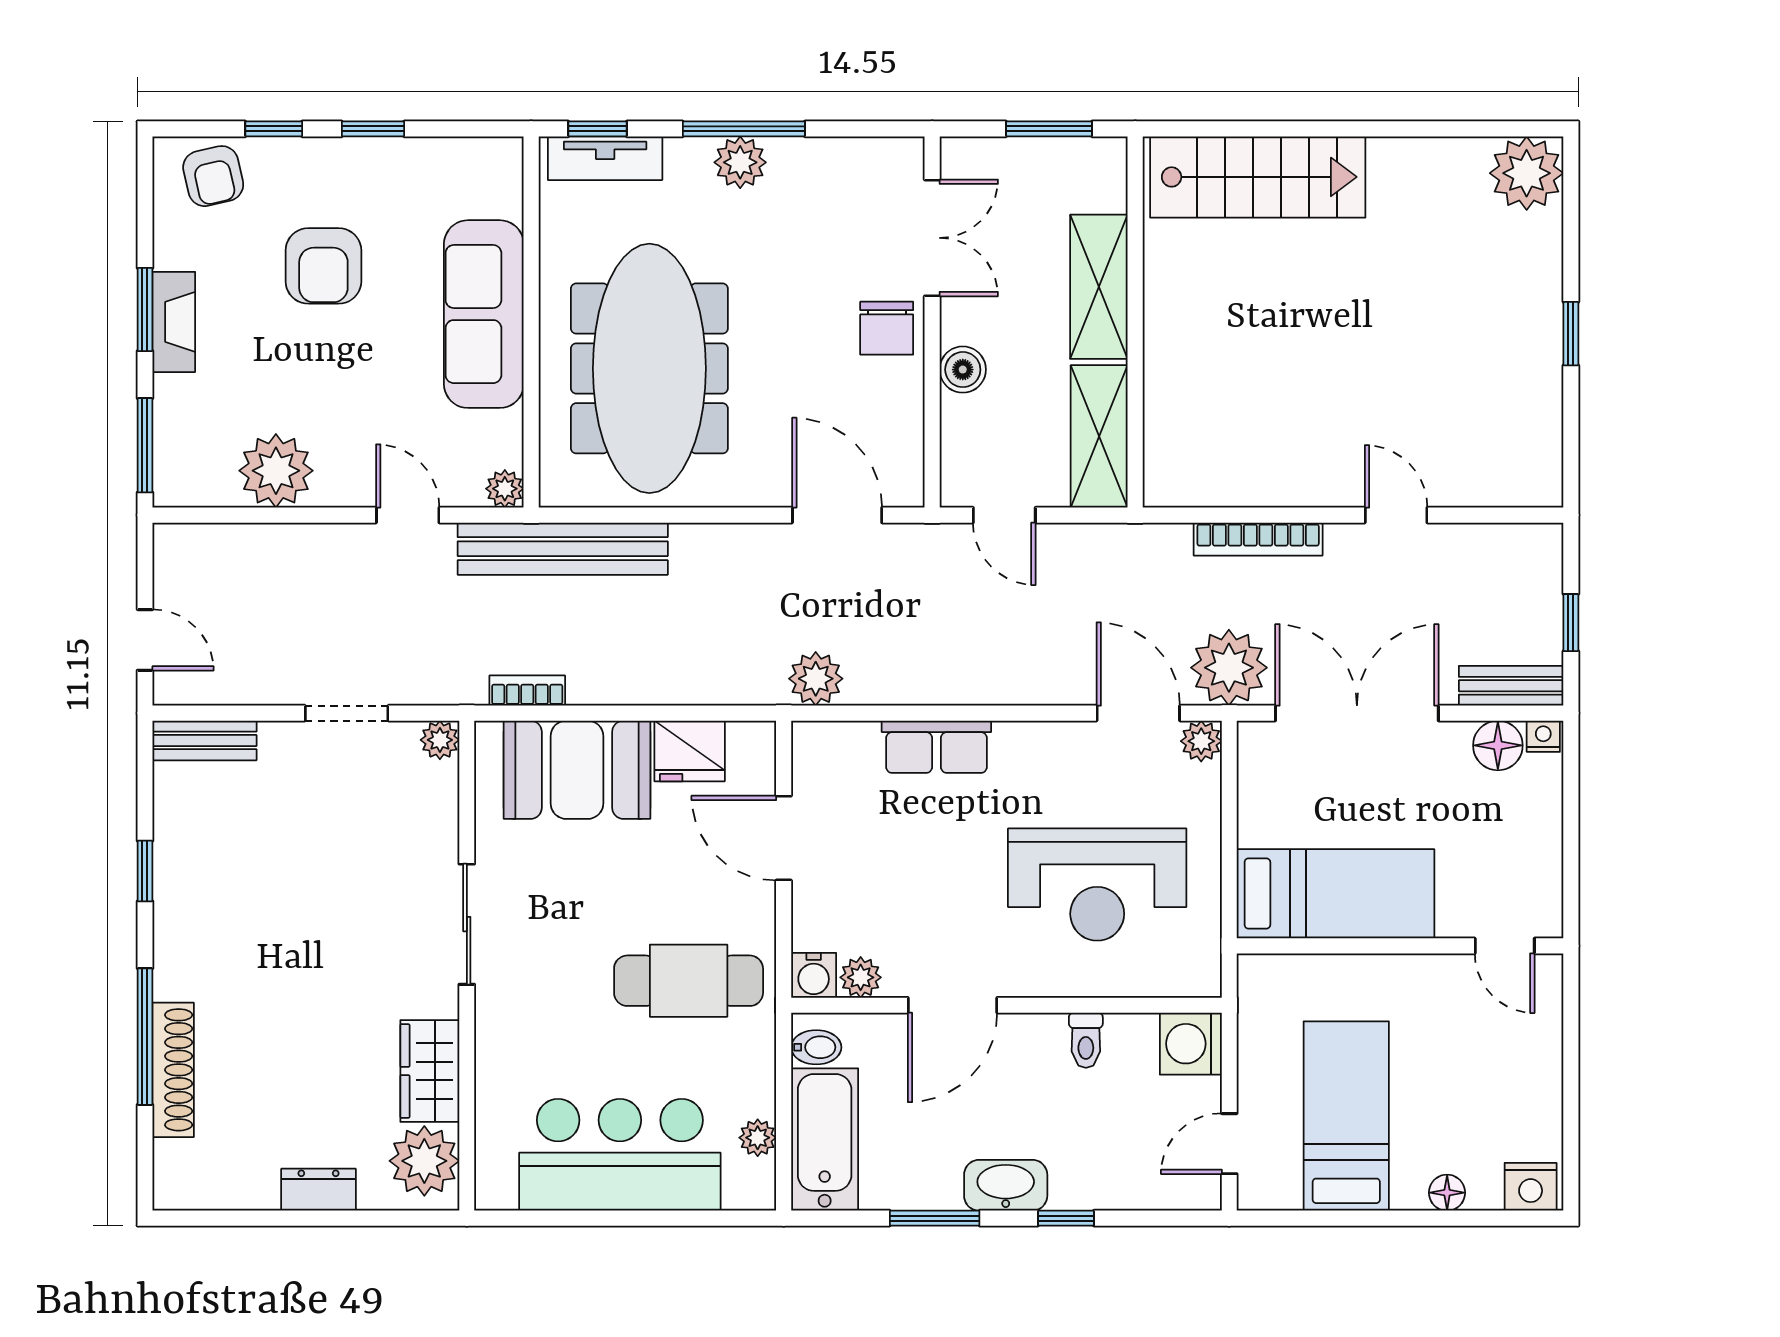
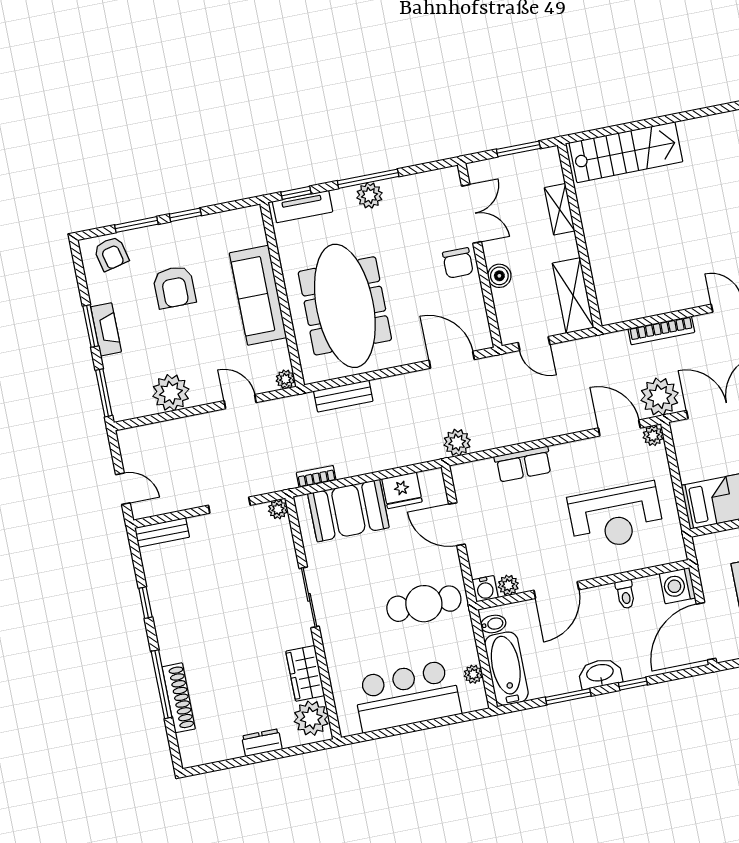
window: (274, 129) -> (136, 225), width x1.50
shelving: (1099, 287) -> (560, 209), width x0.67, depth x0.75
bench: (563, 549) -> (343, 396), width x0.54, depth x0.82
door: (1229, 1144) -> (706, 631), width x1.87

